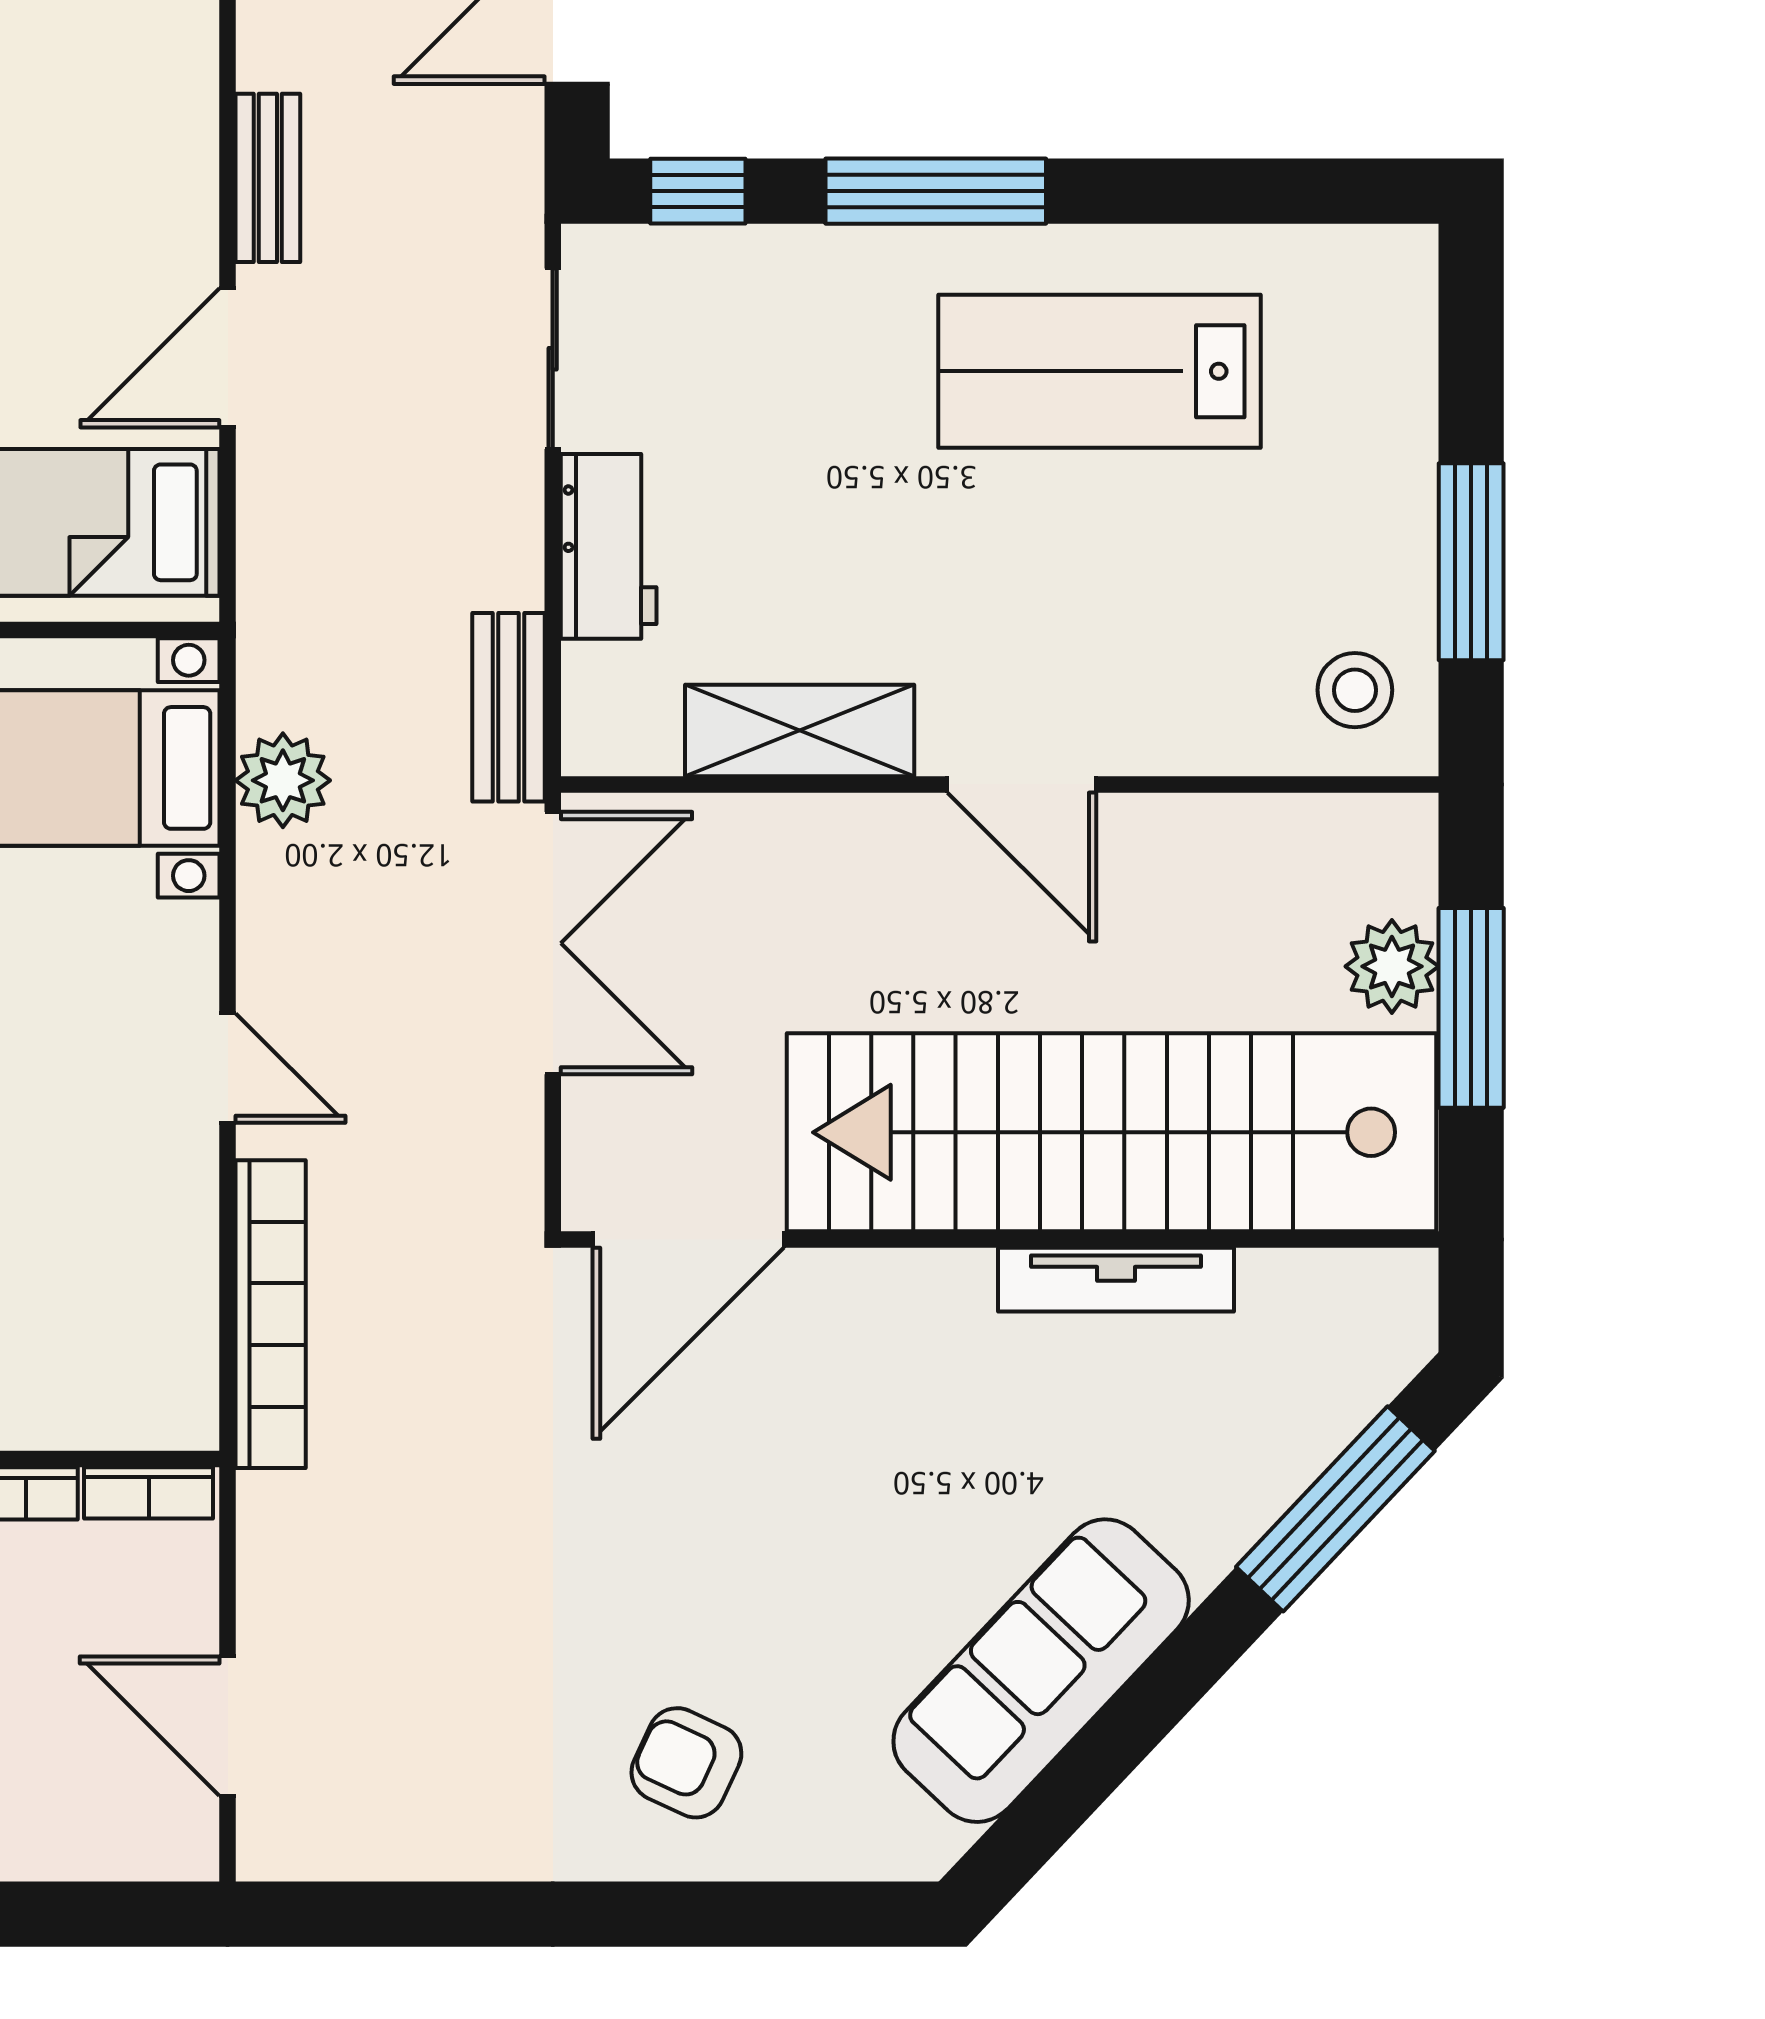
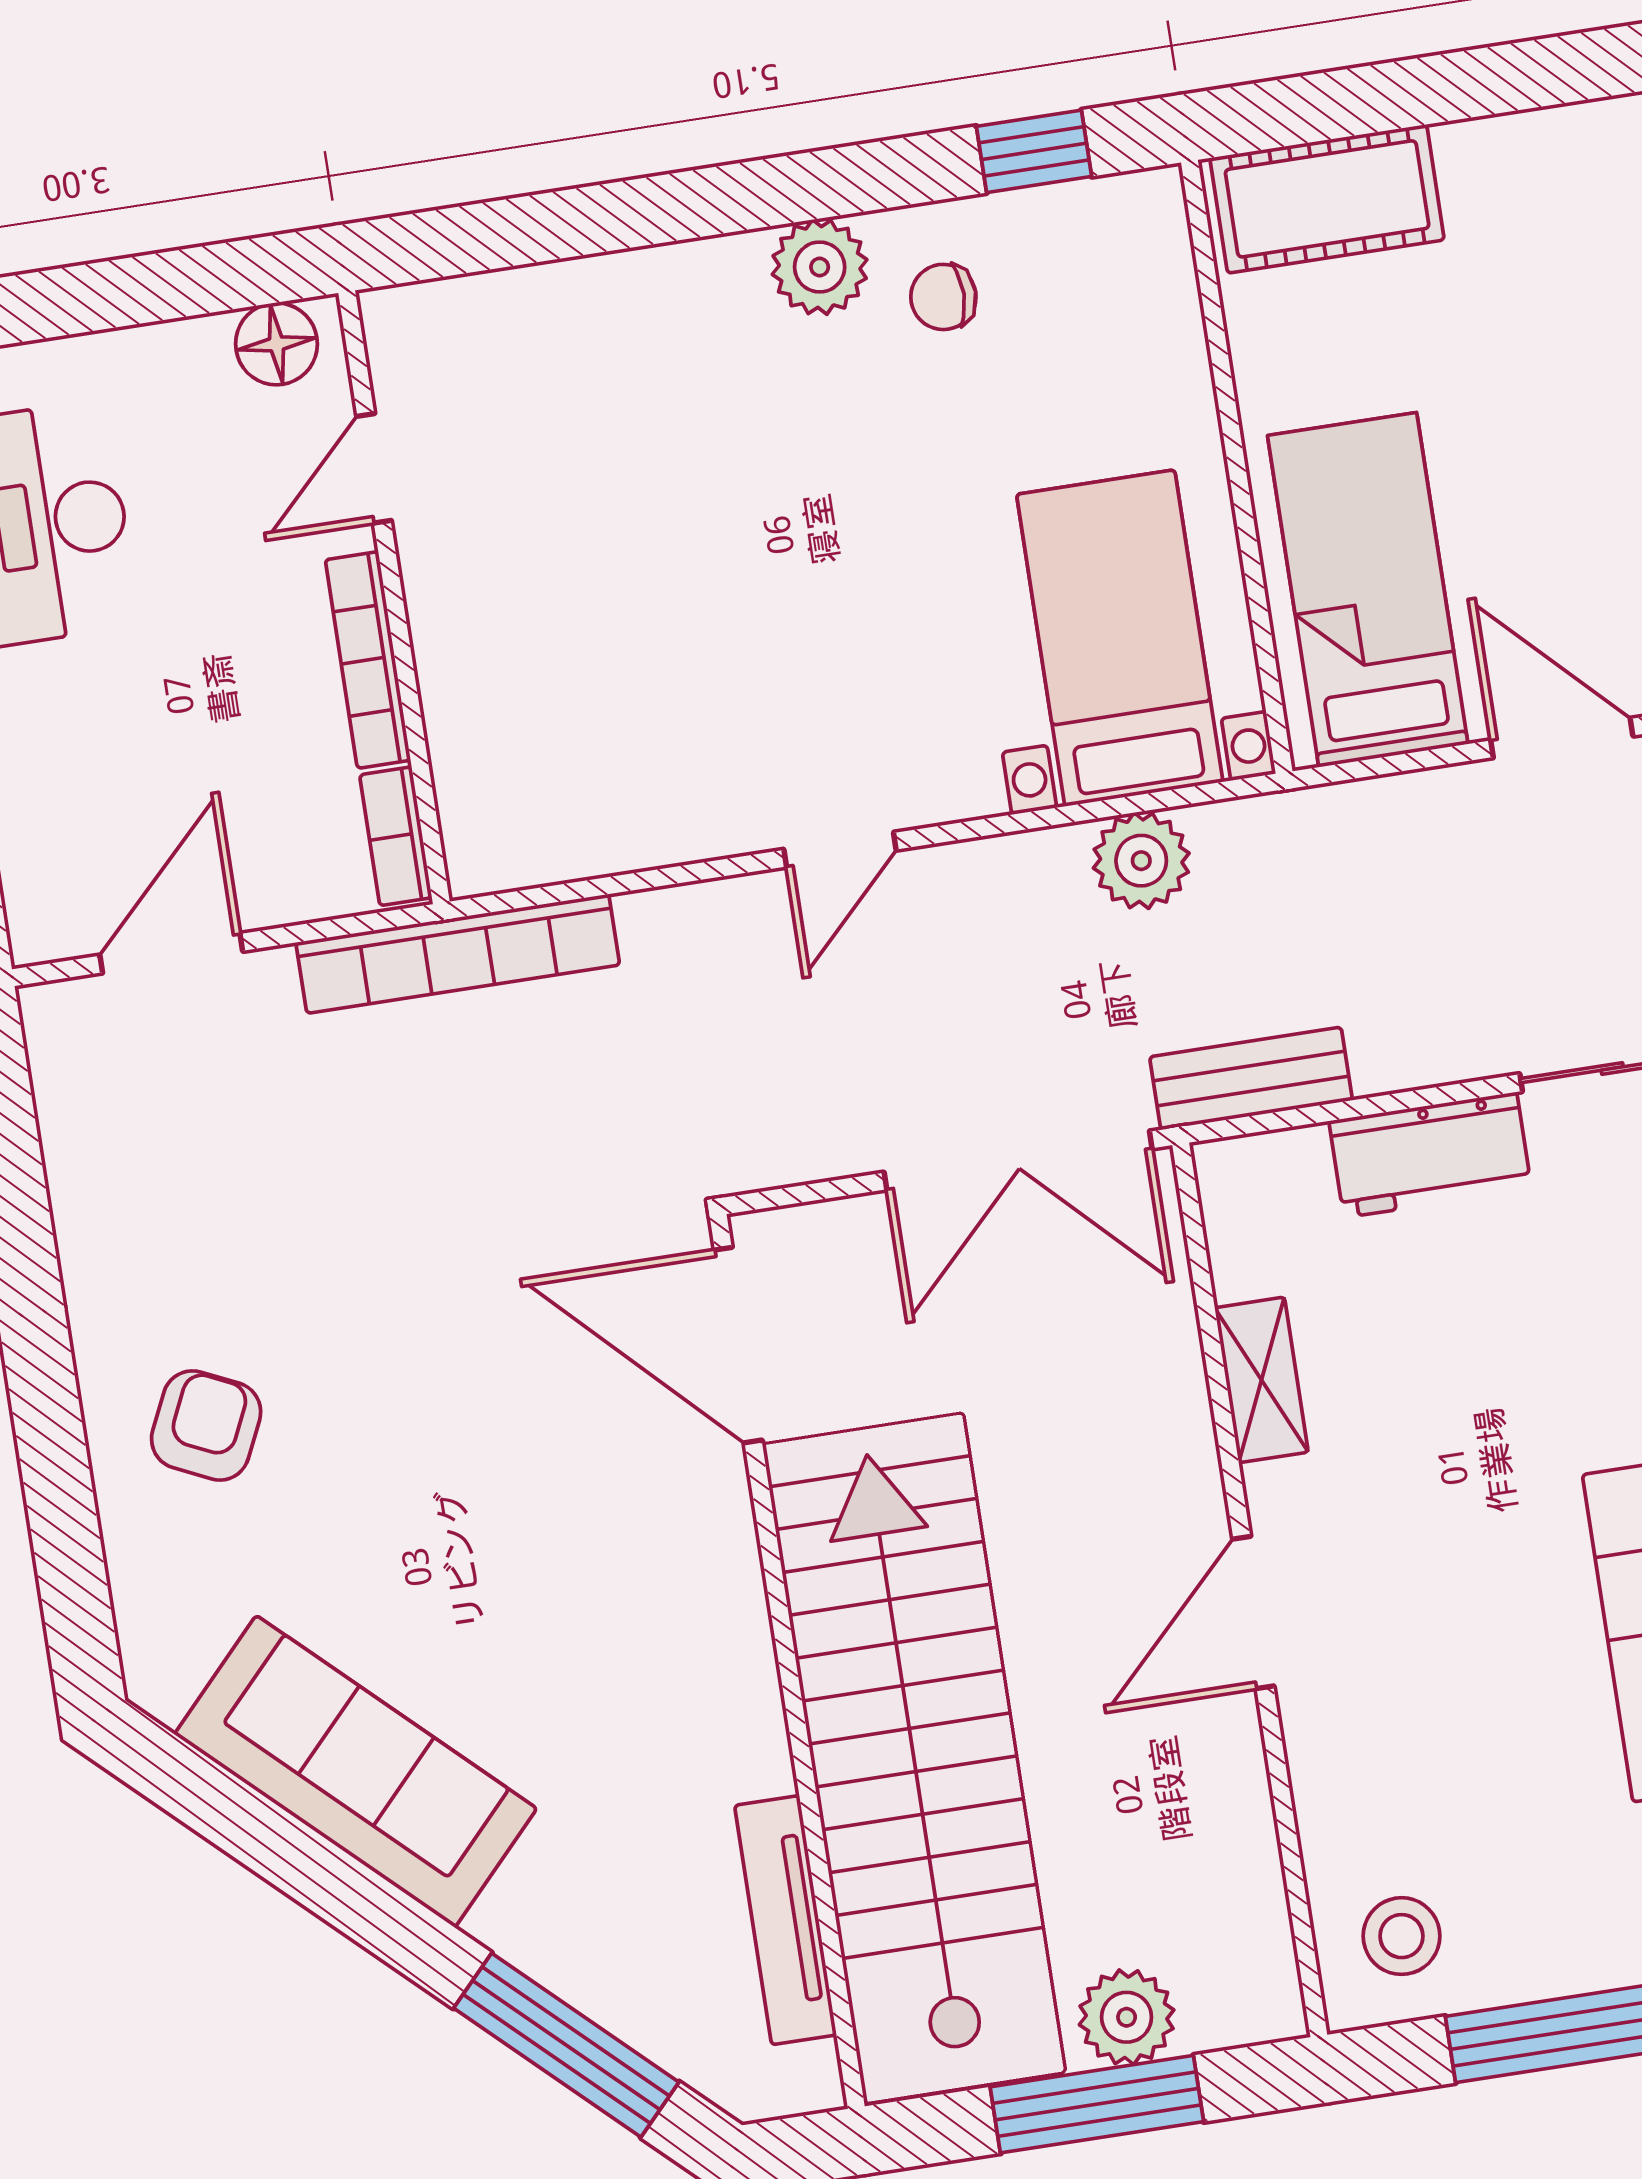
shelving: (800, 731) -> (1262, 1380), width x0.67, depth x0.75
tv unit: (1116, 1280) -> (786, 1920), moved
bookcase: (271, 1314) -> (458, 954), moved

